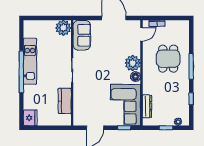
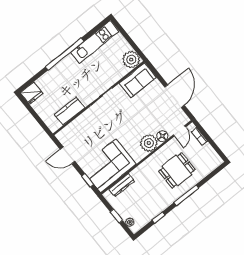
door: (141, 34) -> (180, 131), hinge flipped
kitchen unit: (30, 61) -> (95, 42), moved
floor lamp: (135, 77) -> (162, 136), moved

